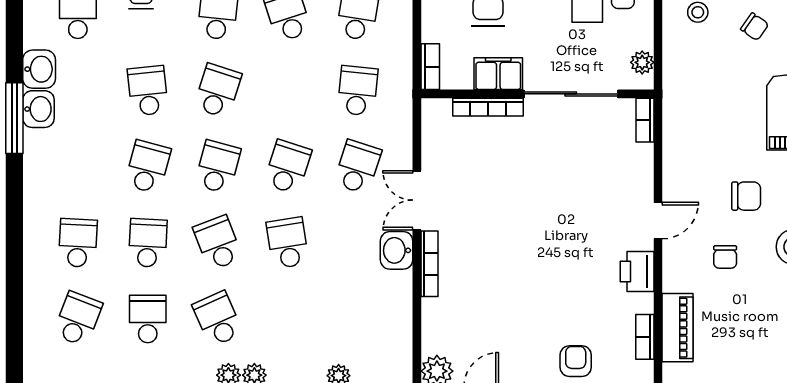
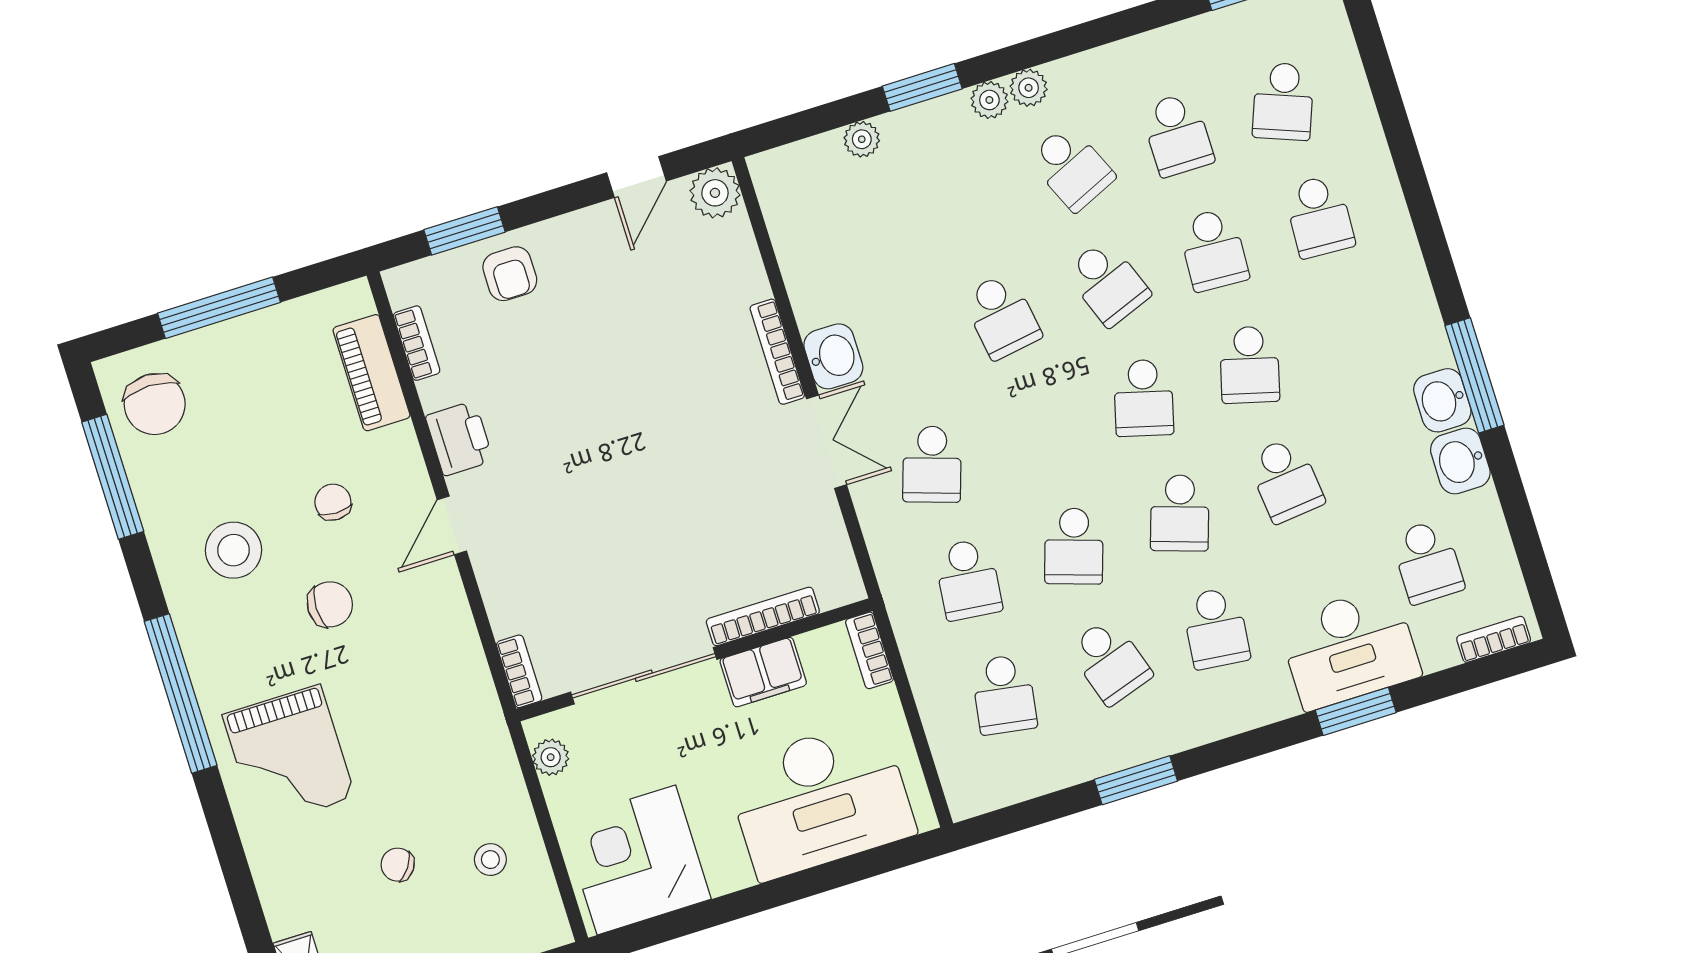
school desk: (288, 167) -> (1074, 546), moved
chair: (746, 196) -> (330, 604), turned 180

